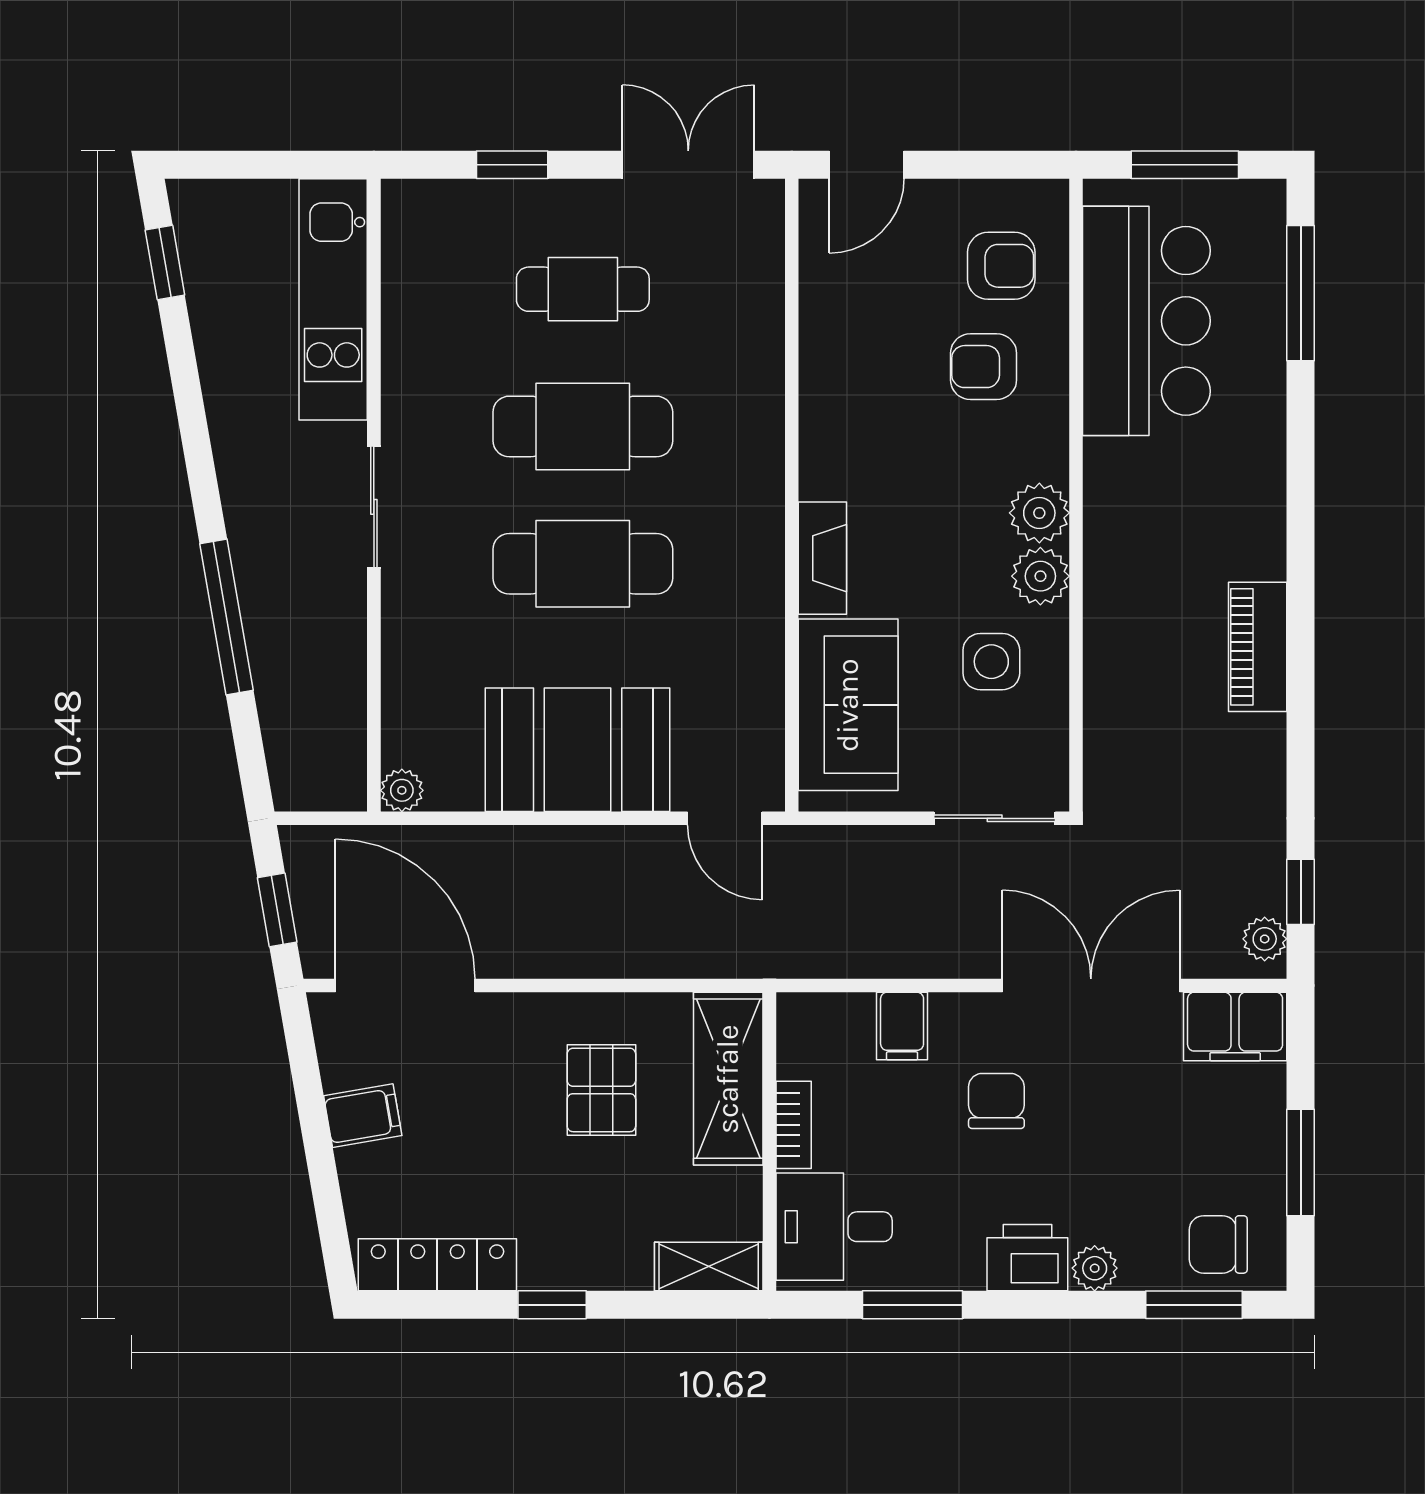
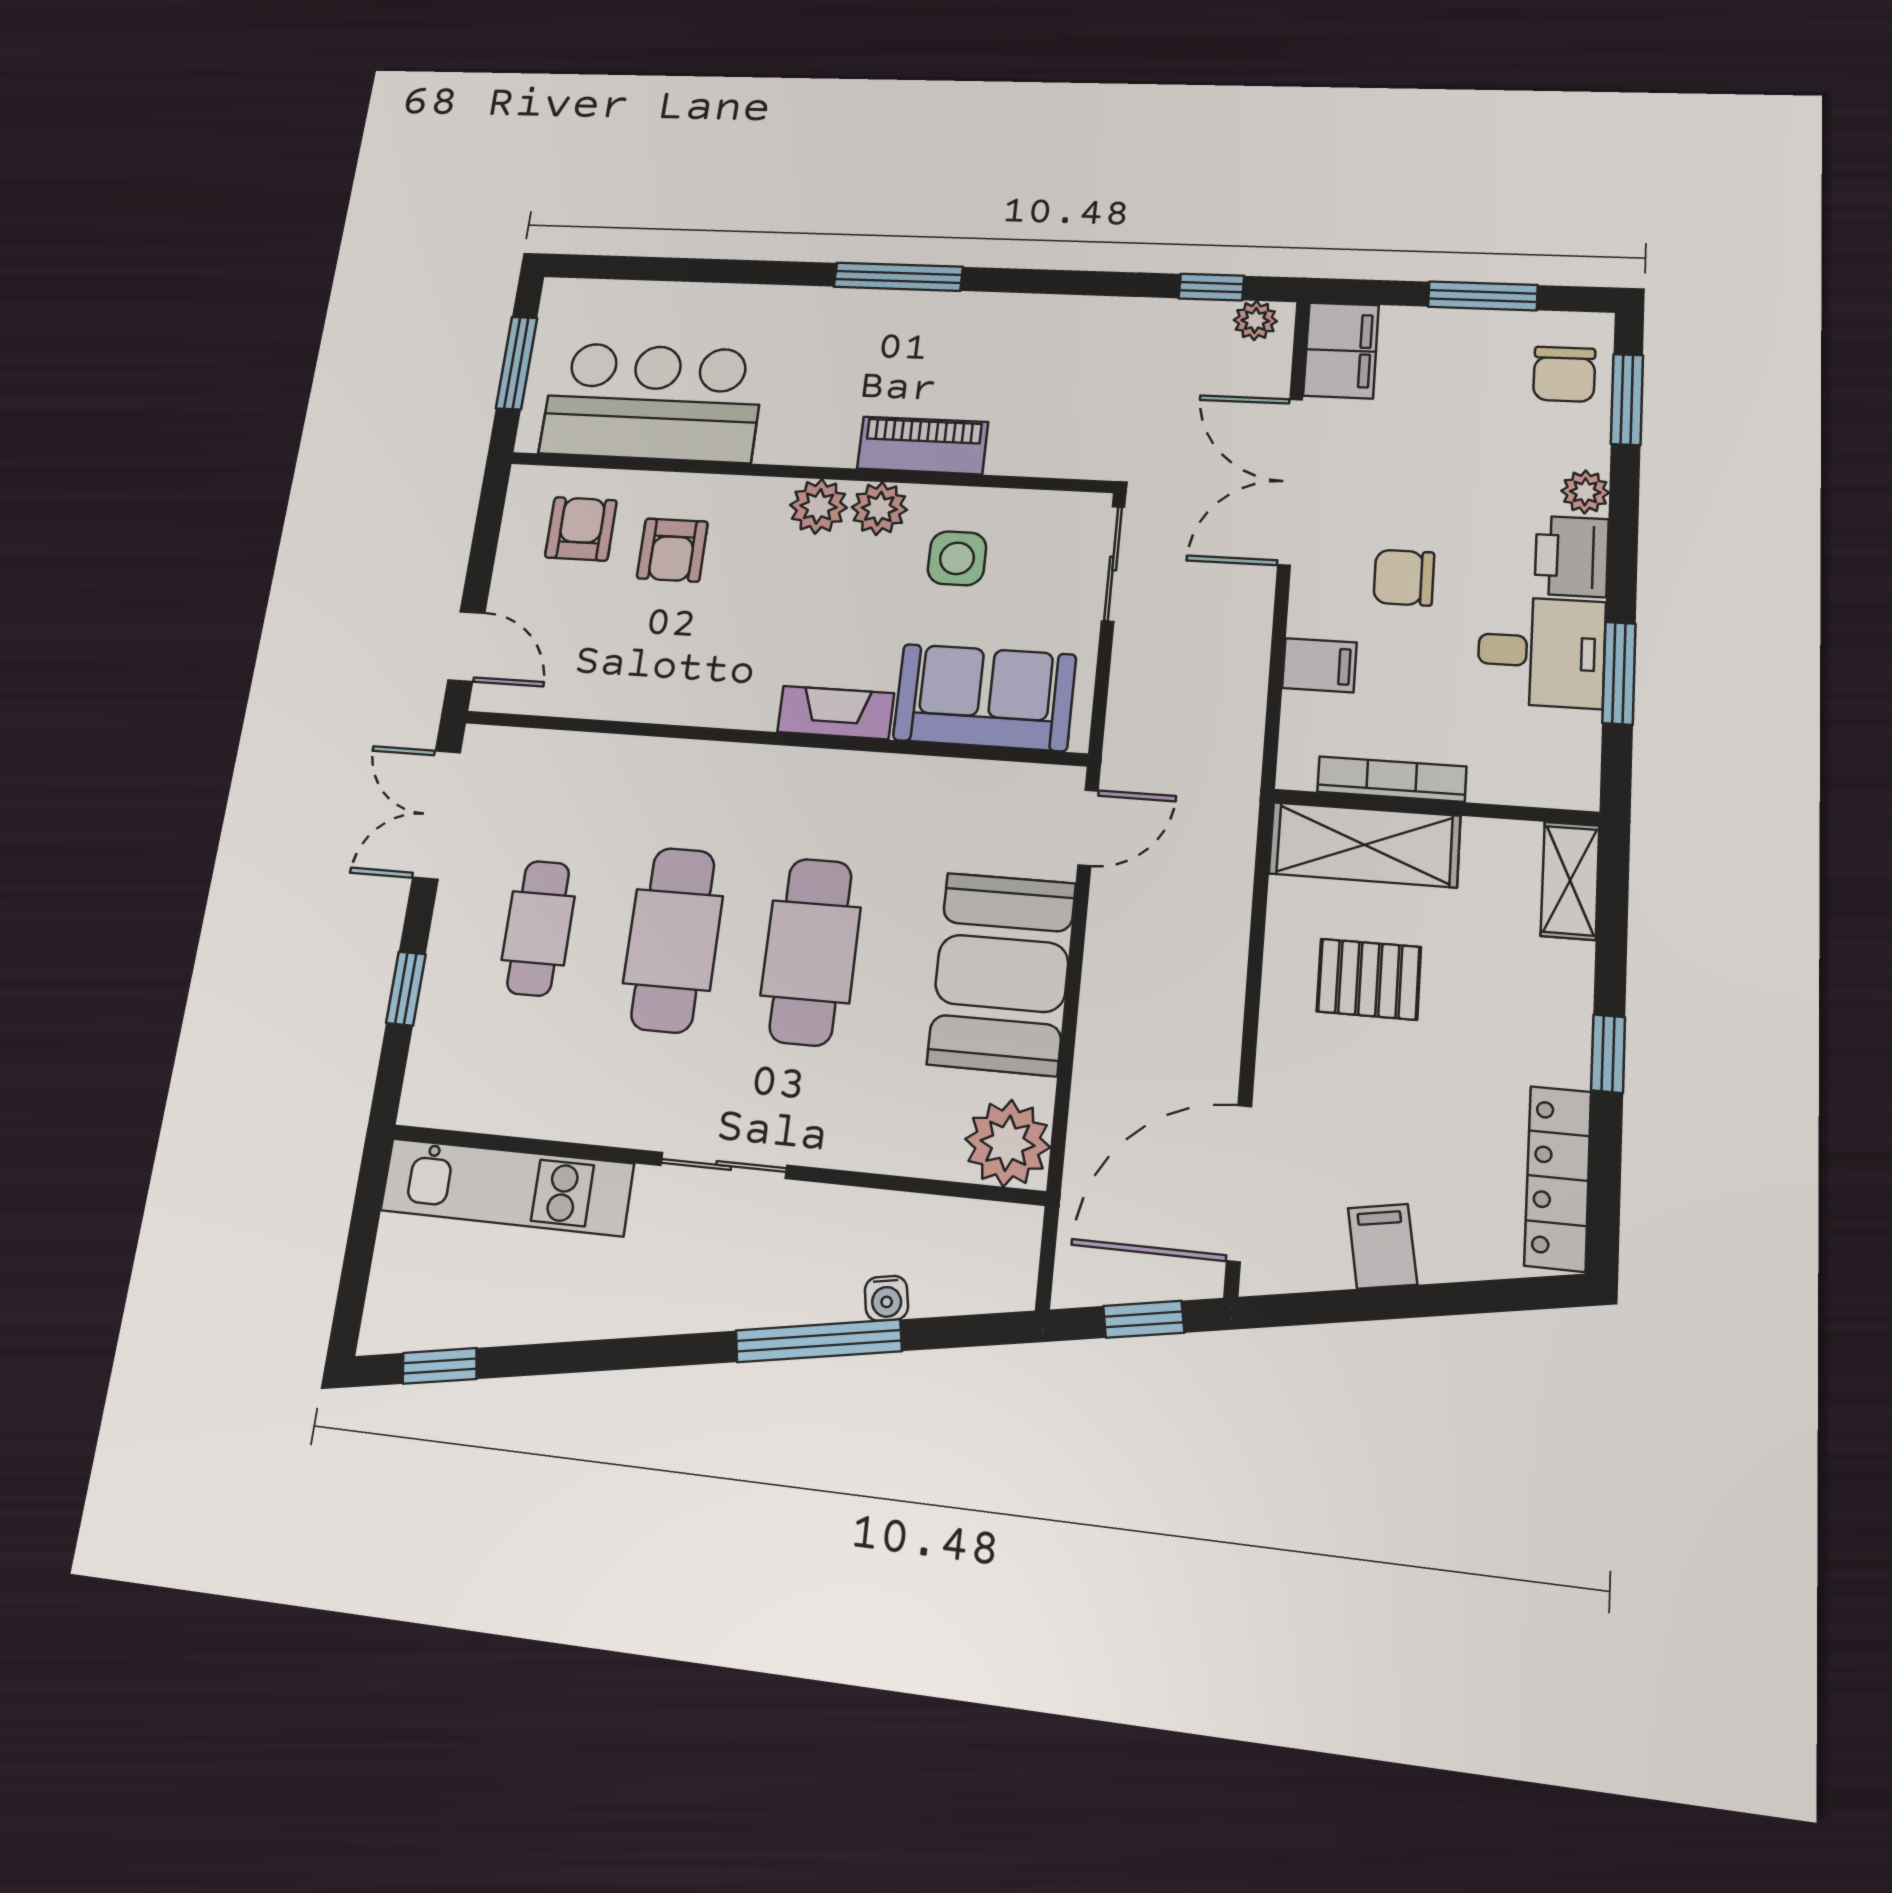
window: (1301, 293) -> (898, 277), moved
piano: (1258, 647) -> (922, 445), moved, turned 180
water cooler: (270, 675) -> (886, 1298), added
plant: (402, 790) -> (1008, 1143), width x1.88, depth x1.88
bookcase: (794, 1125) -> (1392, 779), width x1.56
desk: (834, 1227) -> (1541, 652), moved, turned -90

